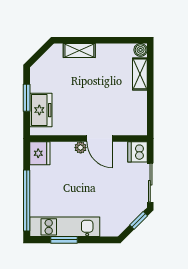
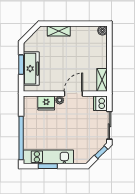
shelving: (140, 74) -> (102, 80), moved
freezer: (41, 110) -> (31, 69), width x1.40
door: (100, 138) -> (73, 94), swing flipped
fridge: (40, 153) -> (46, 103), moved, turned 90

